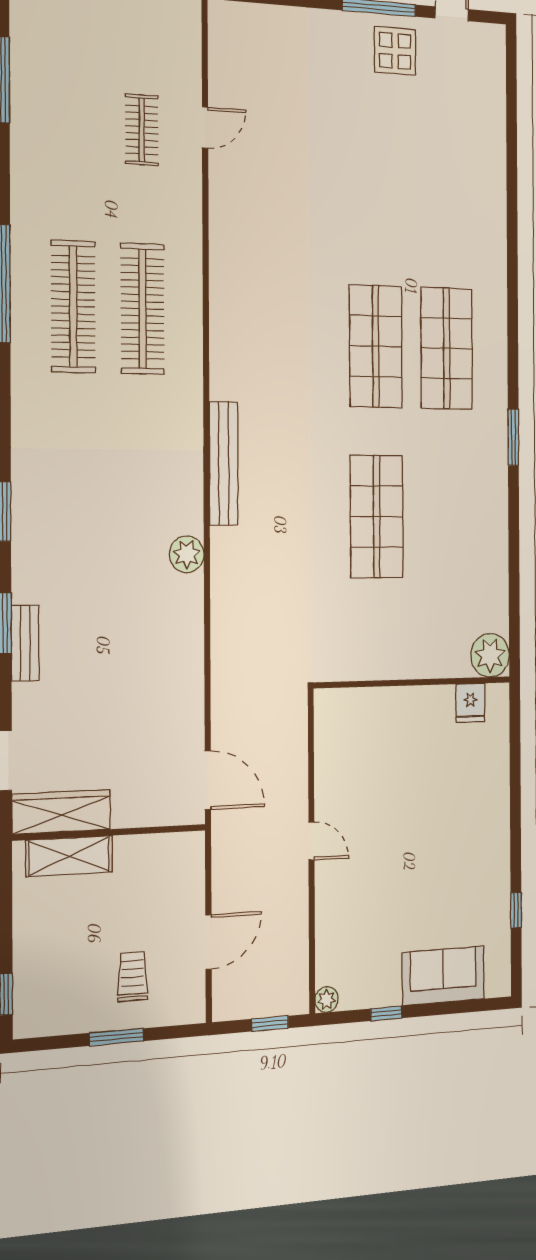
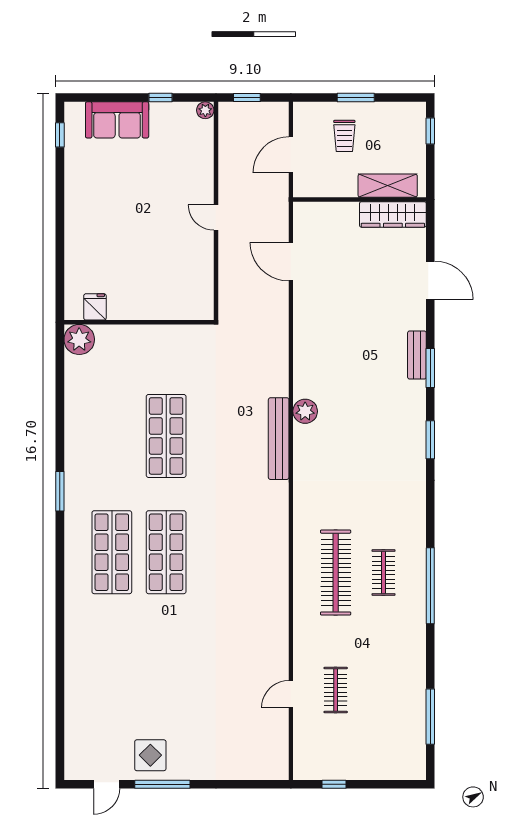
clothes rail: (73, 306) -> (383, 573), width x0.54, depth x0.76
bench: (224, 463) -> (279, 439), moved
wardrobe: (61, 812) -> (393, 214), moved
wall: (110, 832) -> (360, 199), moved
shelving: (69, 856) -> (388, 186), moved
window: (516, 910) -> (60, 135), moved

